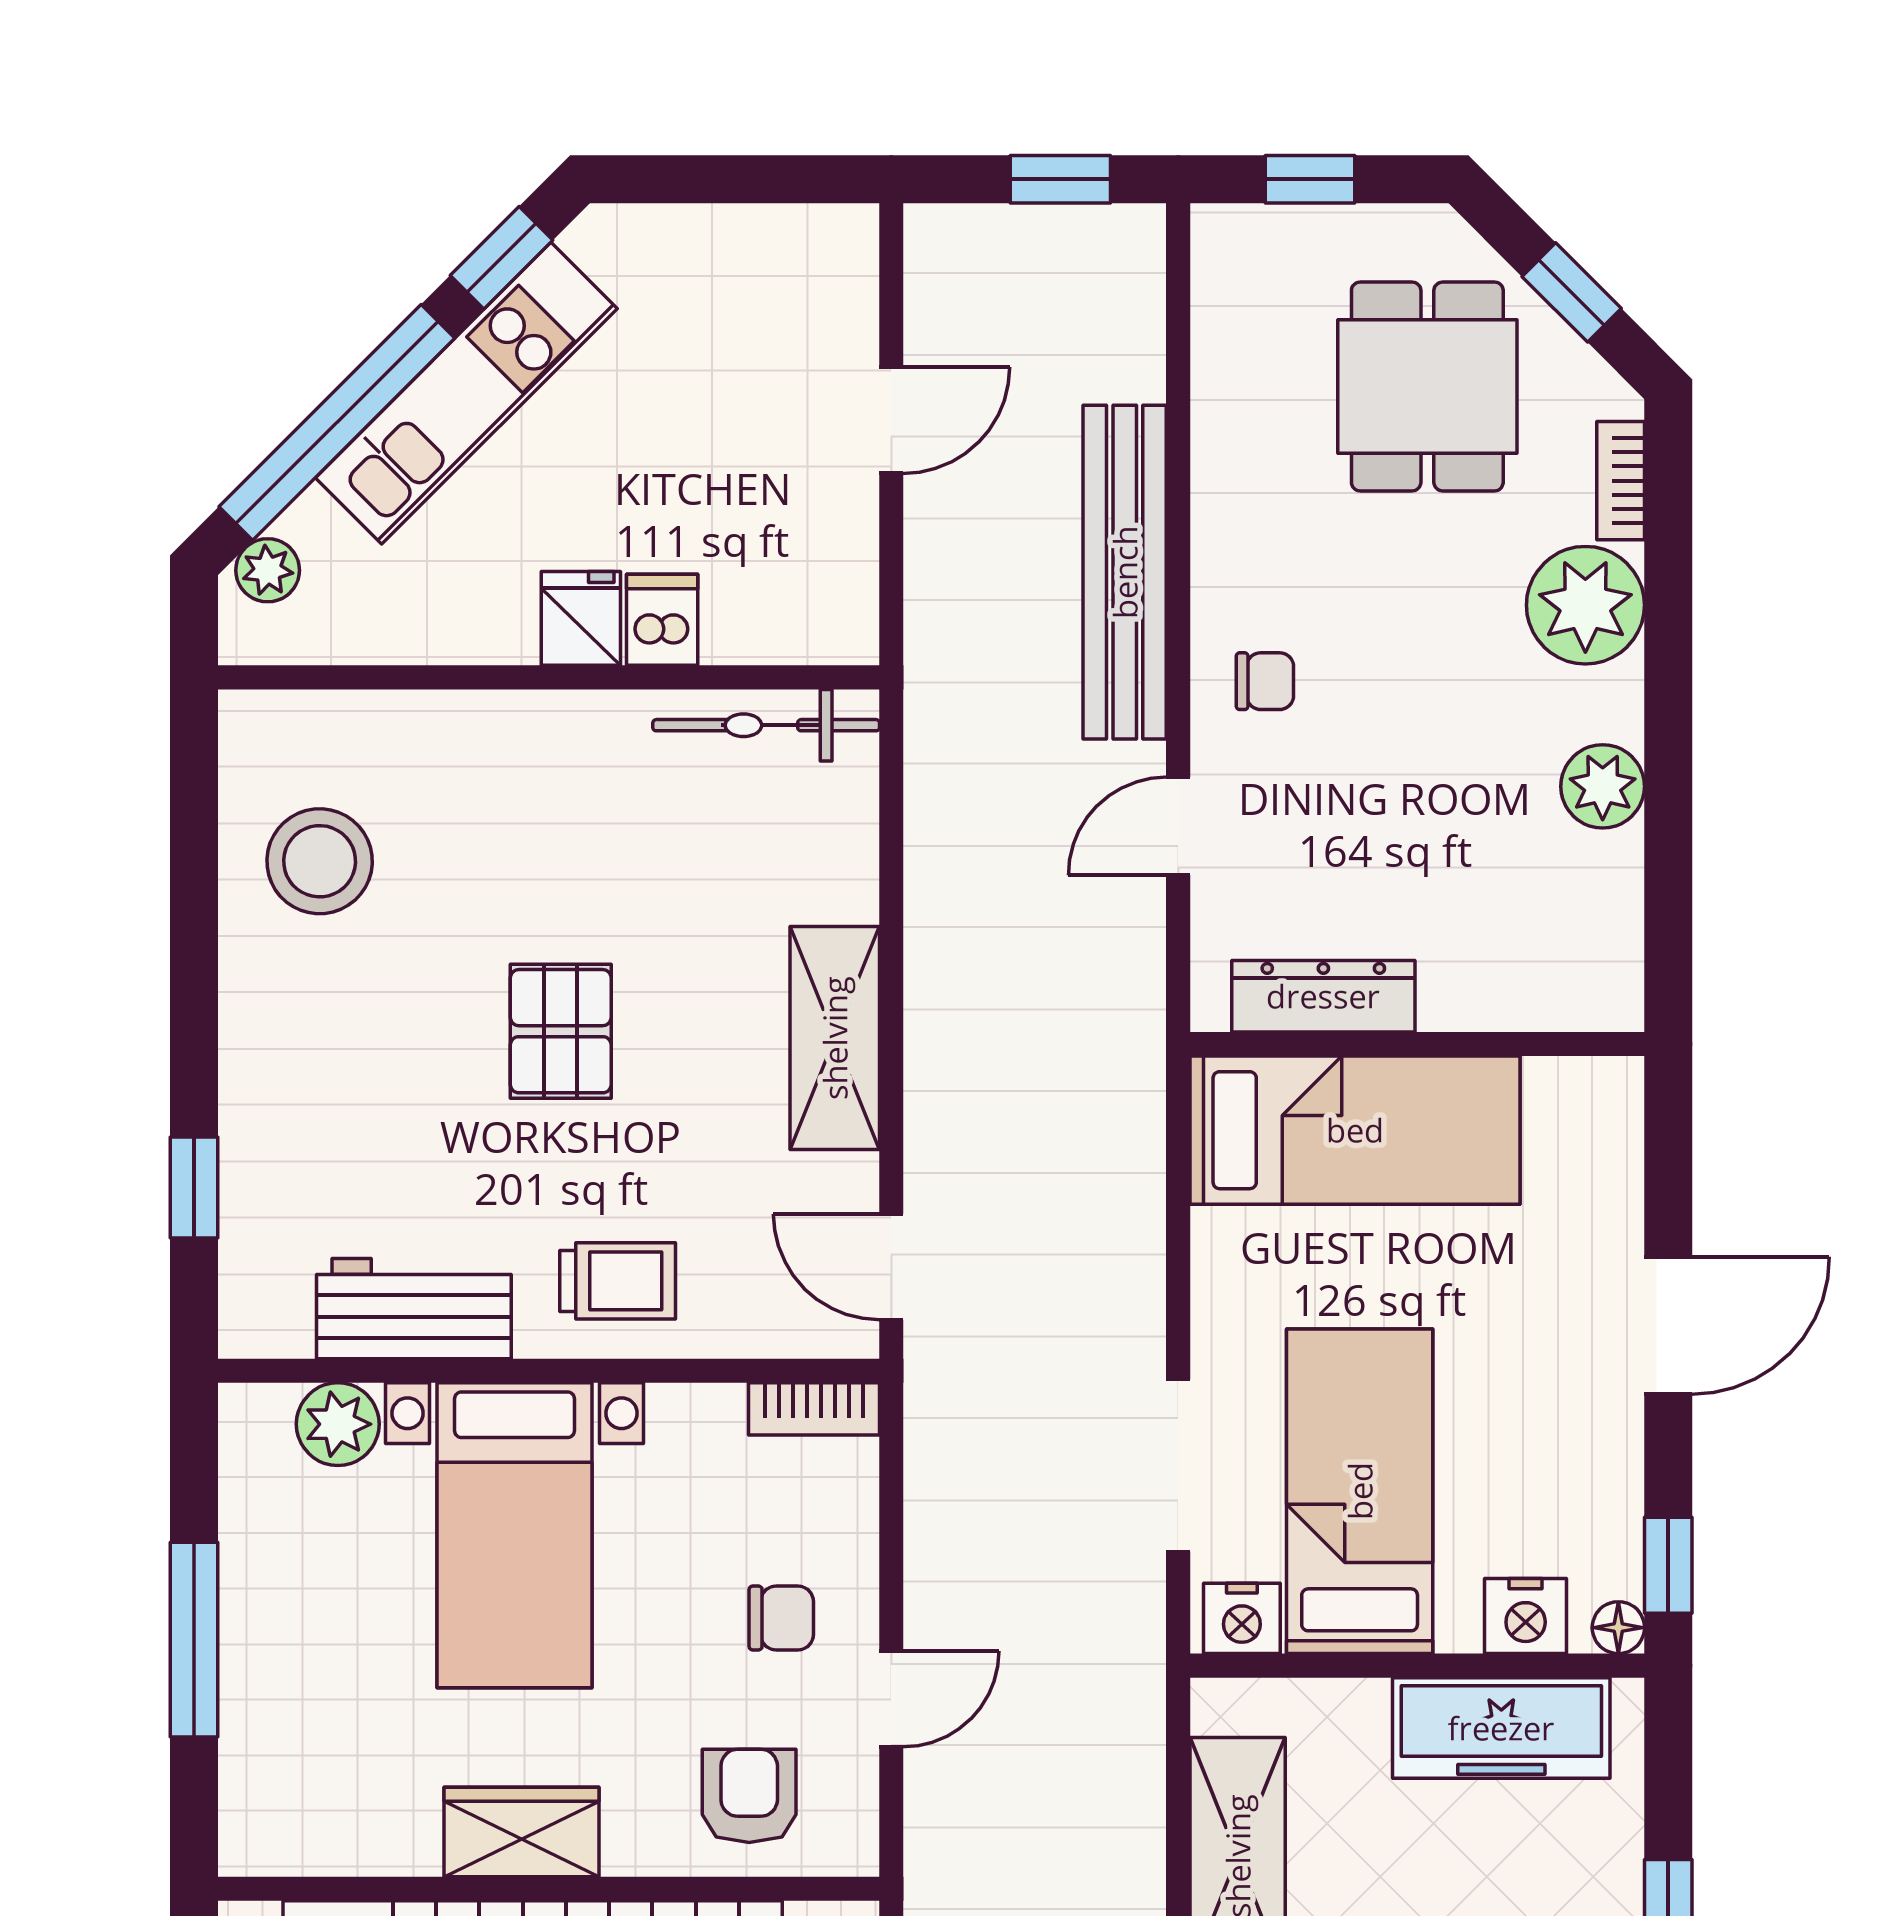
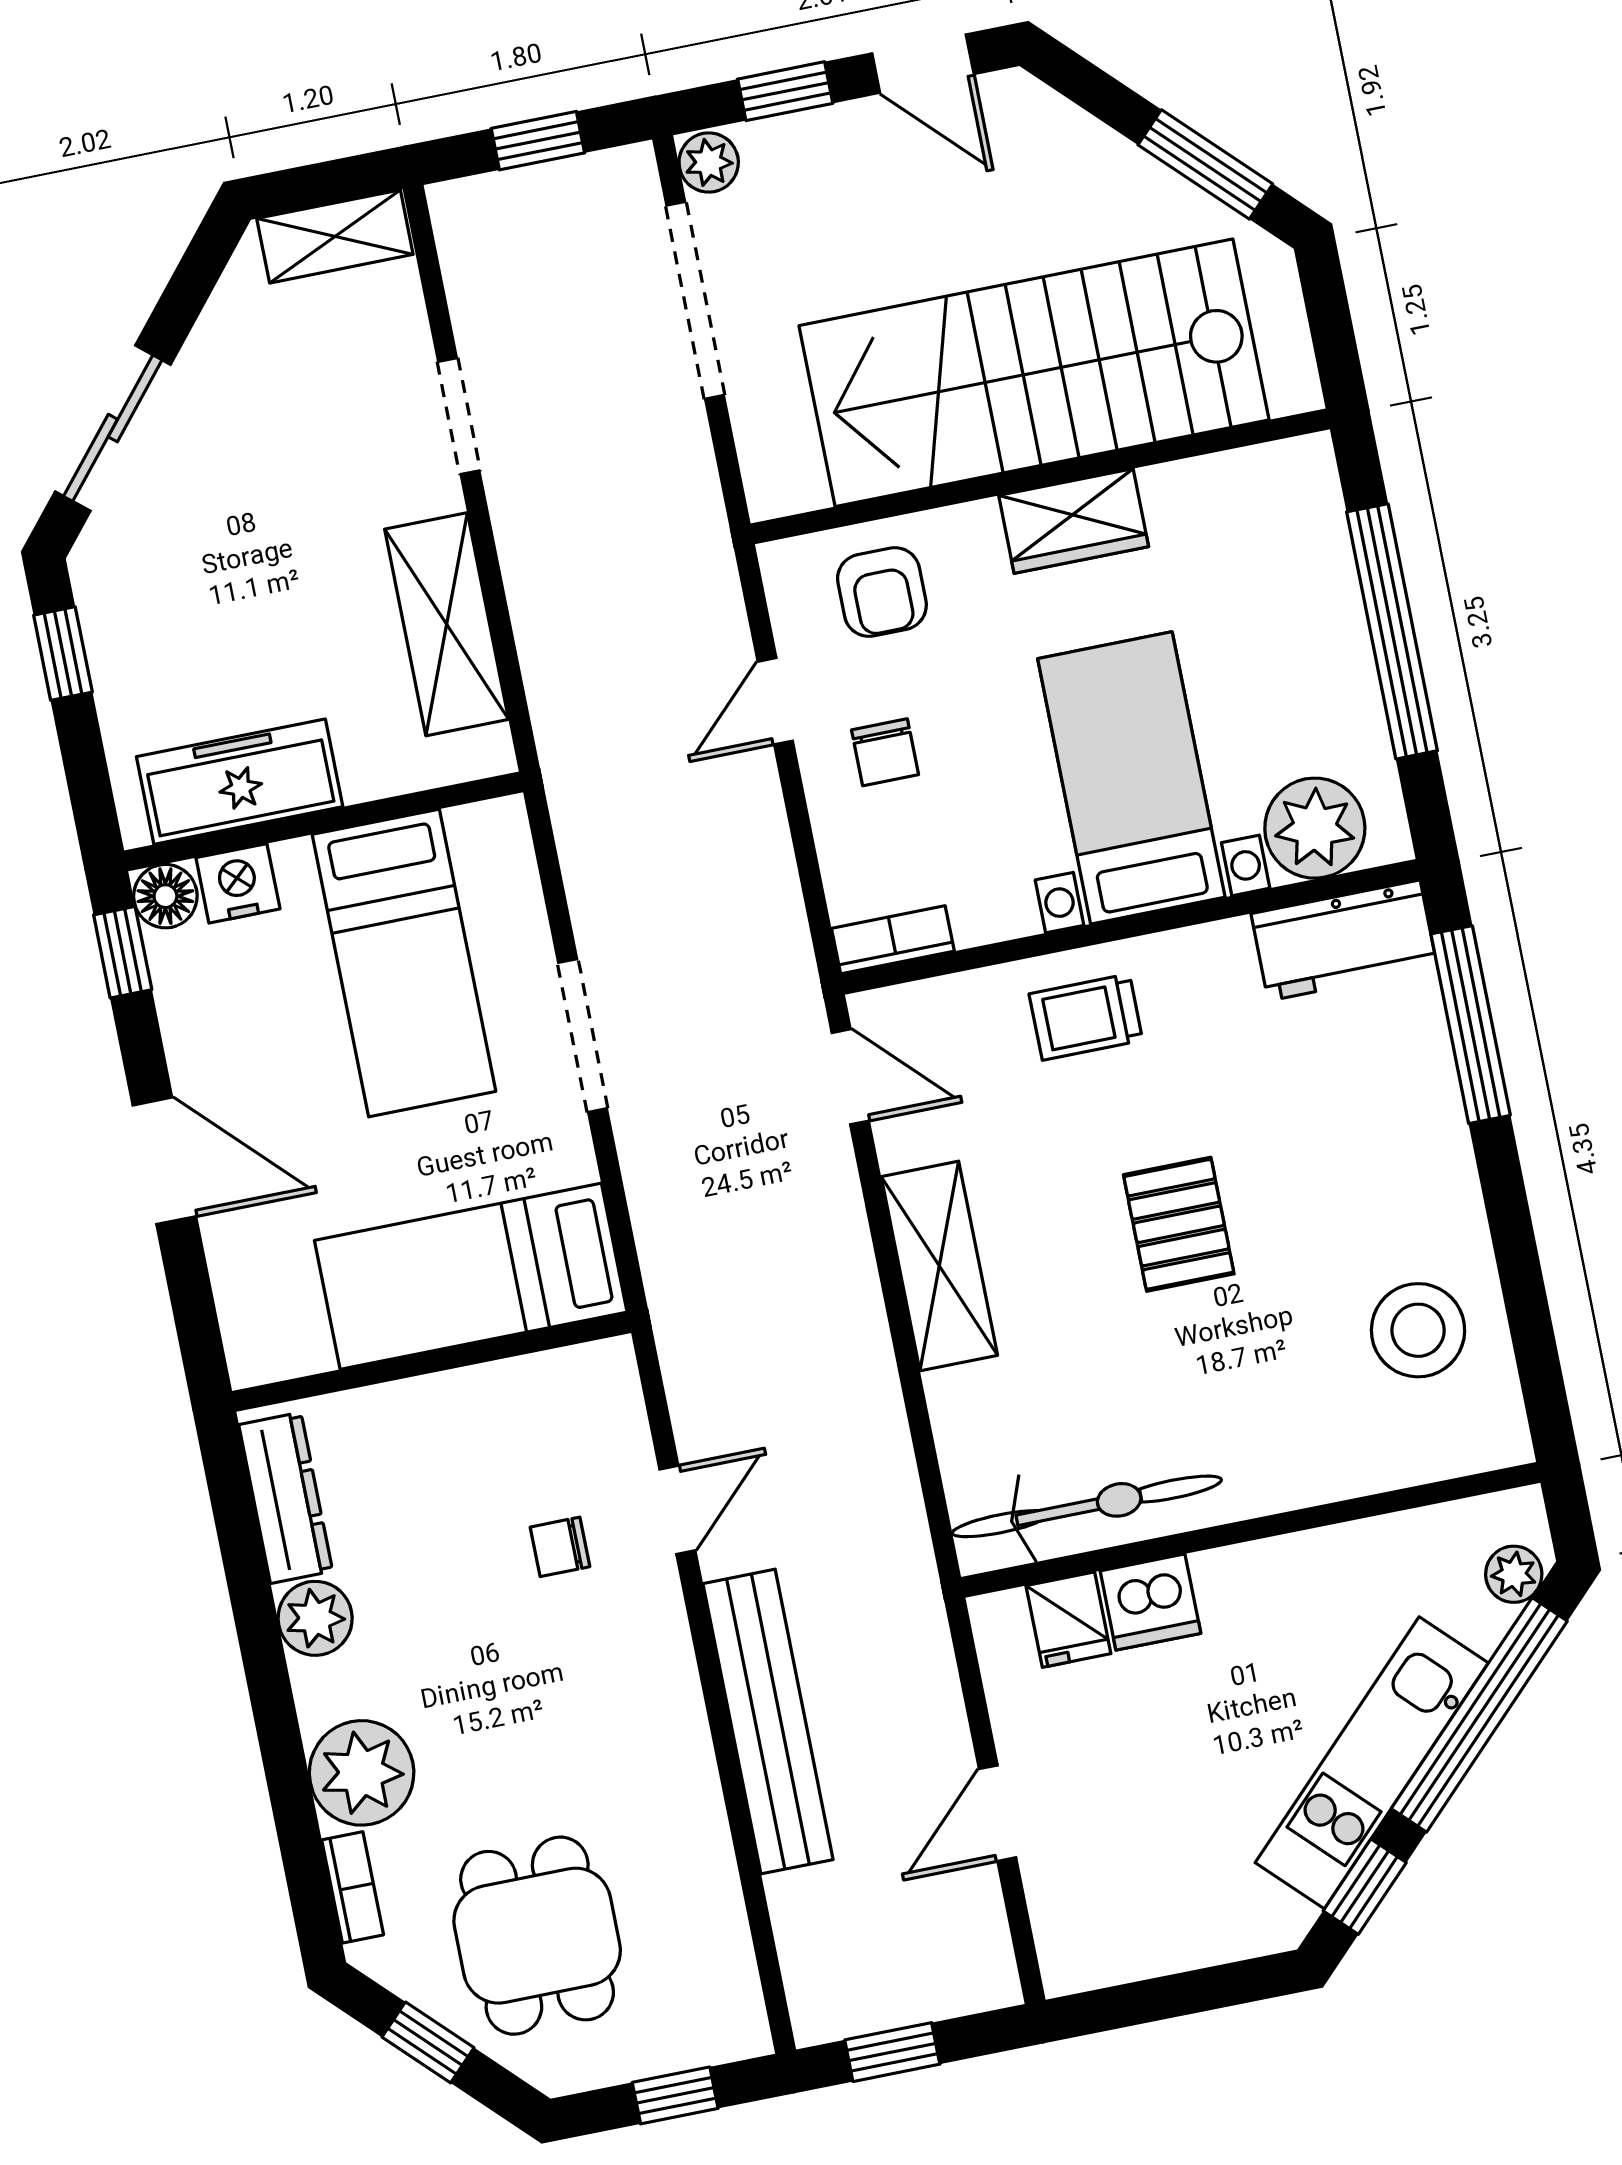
fridge: (581, 618) -> (1068, 1620), moved
dishwasher: (662, 620) -> (1150, 1602), width x1.38
chair: (1265, 681) -> (560, 1547), moved
bicycle: (766, 725) -> (1087, 1506), width x1.37, depth x1.40
dresser: (1323, 996) -> (286, 1498), moved, turned -90
window: (194, 1188) -> (1471, 1025), width x2.17
workbench: (414, 1309) -> (1344, 940), moved
door: (1668, 1326) -> (164, 1161), swing flipped
plant: (338, 1424) -> (1315, 828), width x1.36, depth x1.36
doorway: (1178, 1465) -> (583, 1036), moved
chair: (781, 1618) -> (885, 752), turned -90
nightstand: (1242, 1618) -> (484, 832), removed
floor lamp: (1618, 1628) -> (165, 896), width x1.37, depth x1.37
window: (194, 1640) -> (1392, 631), width x1.46

